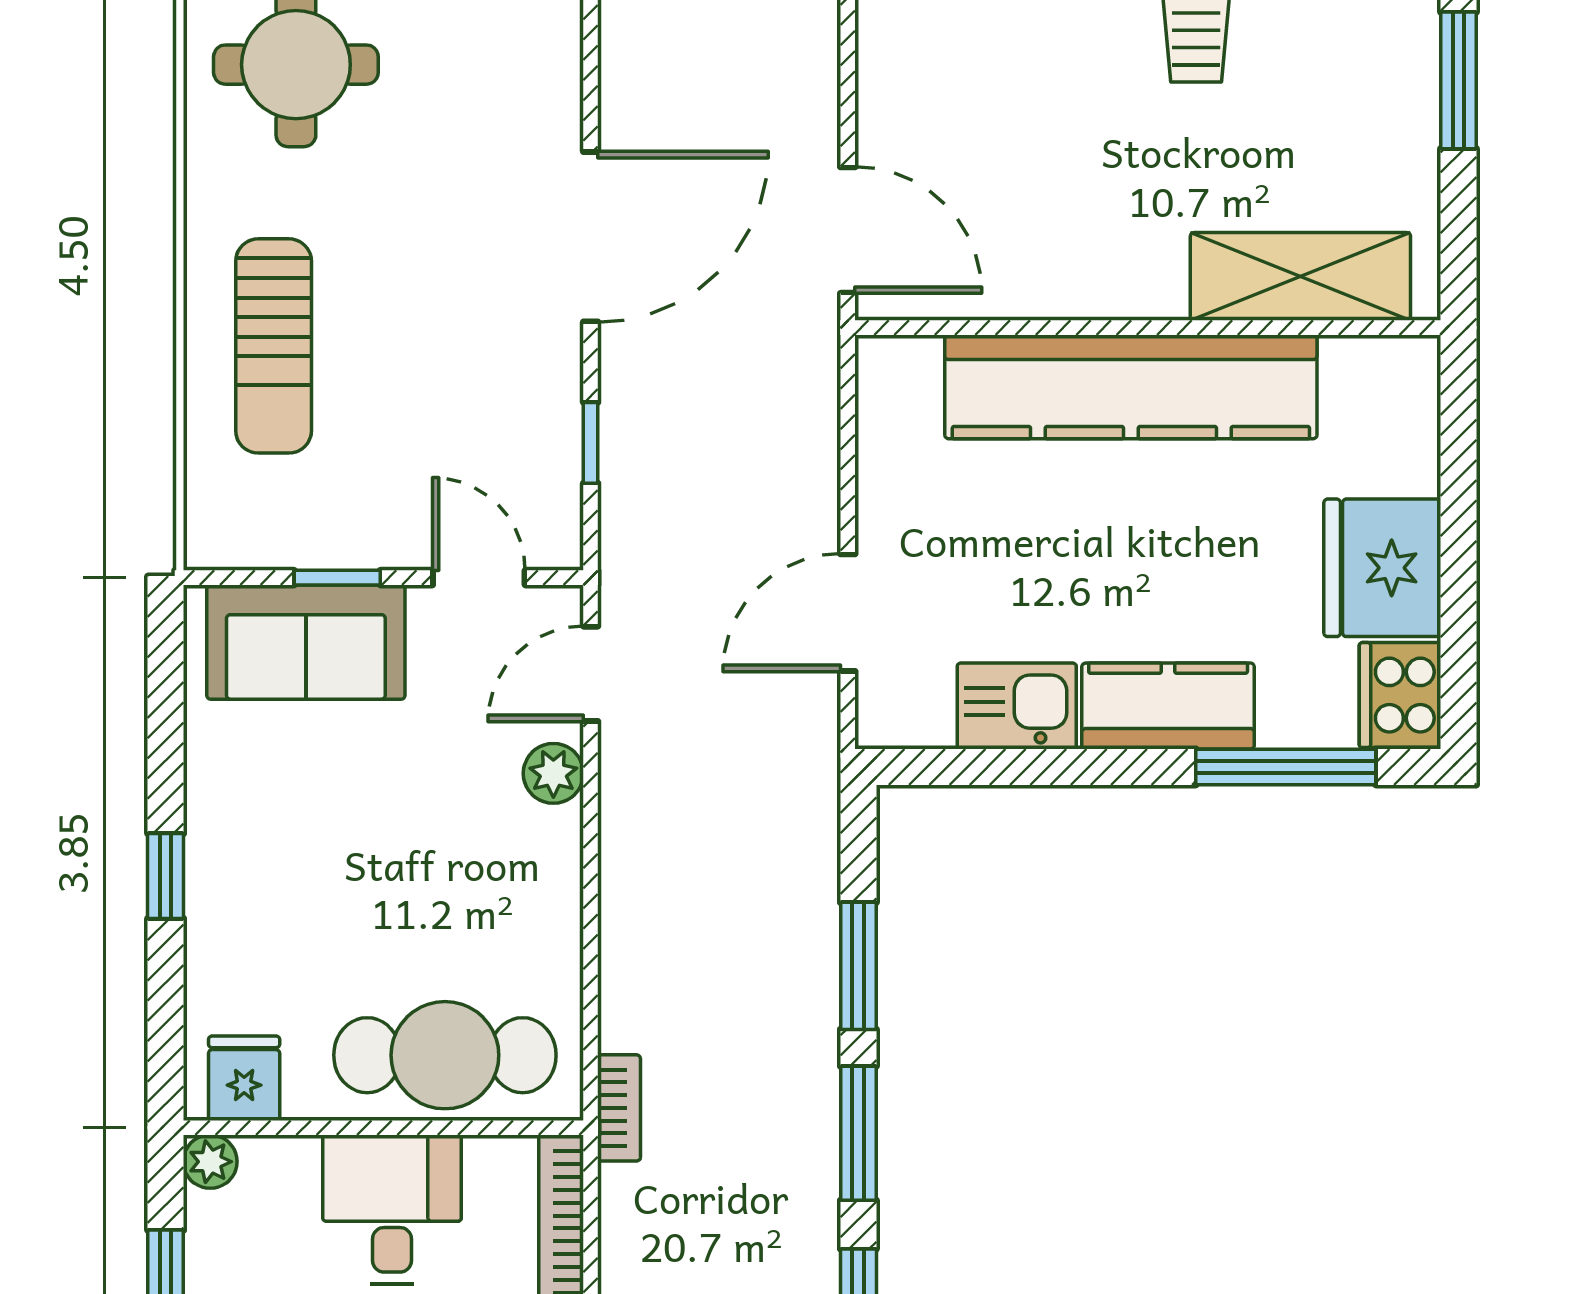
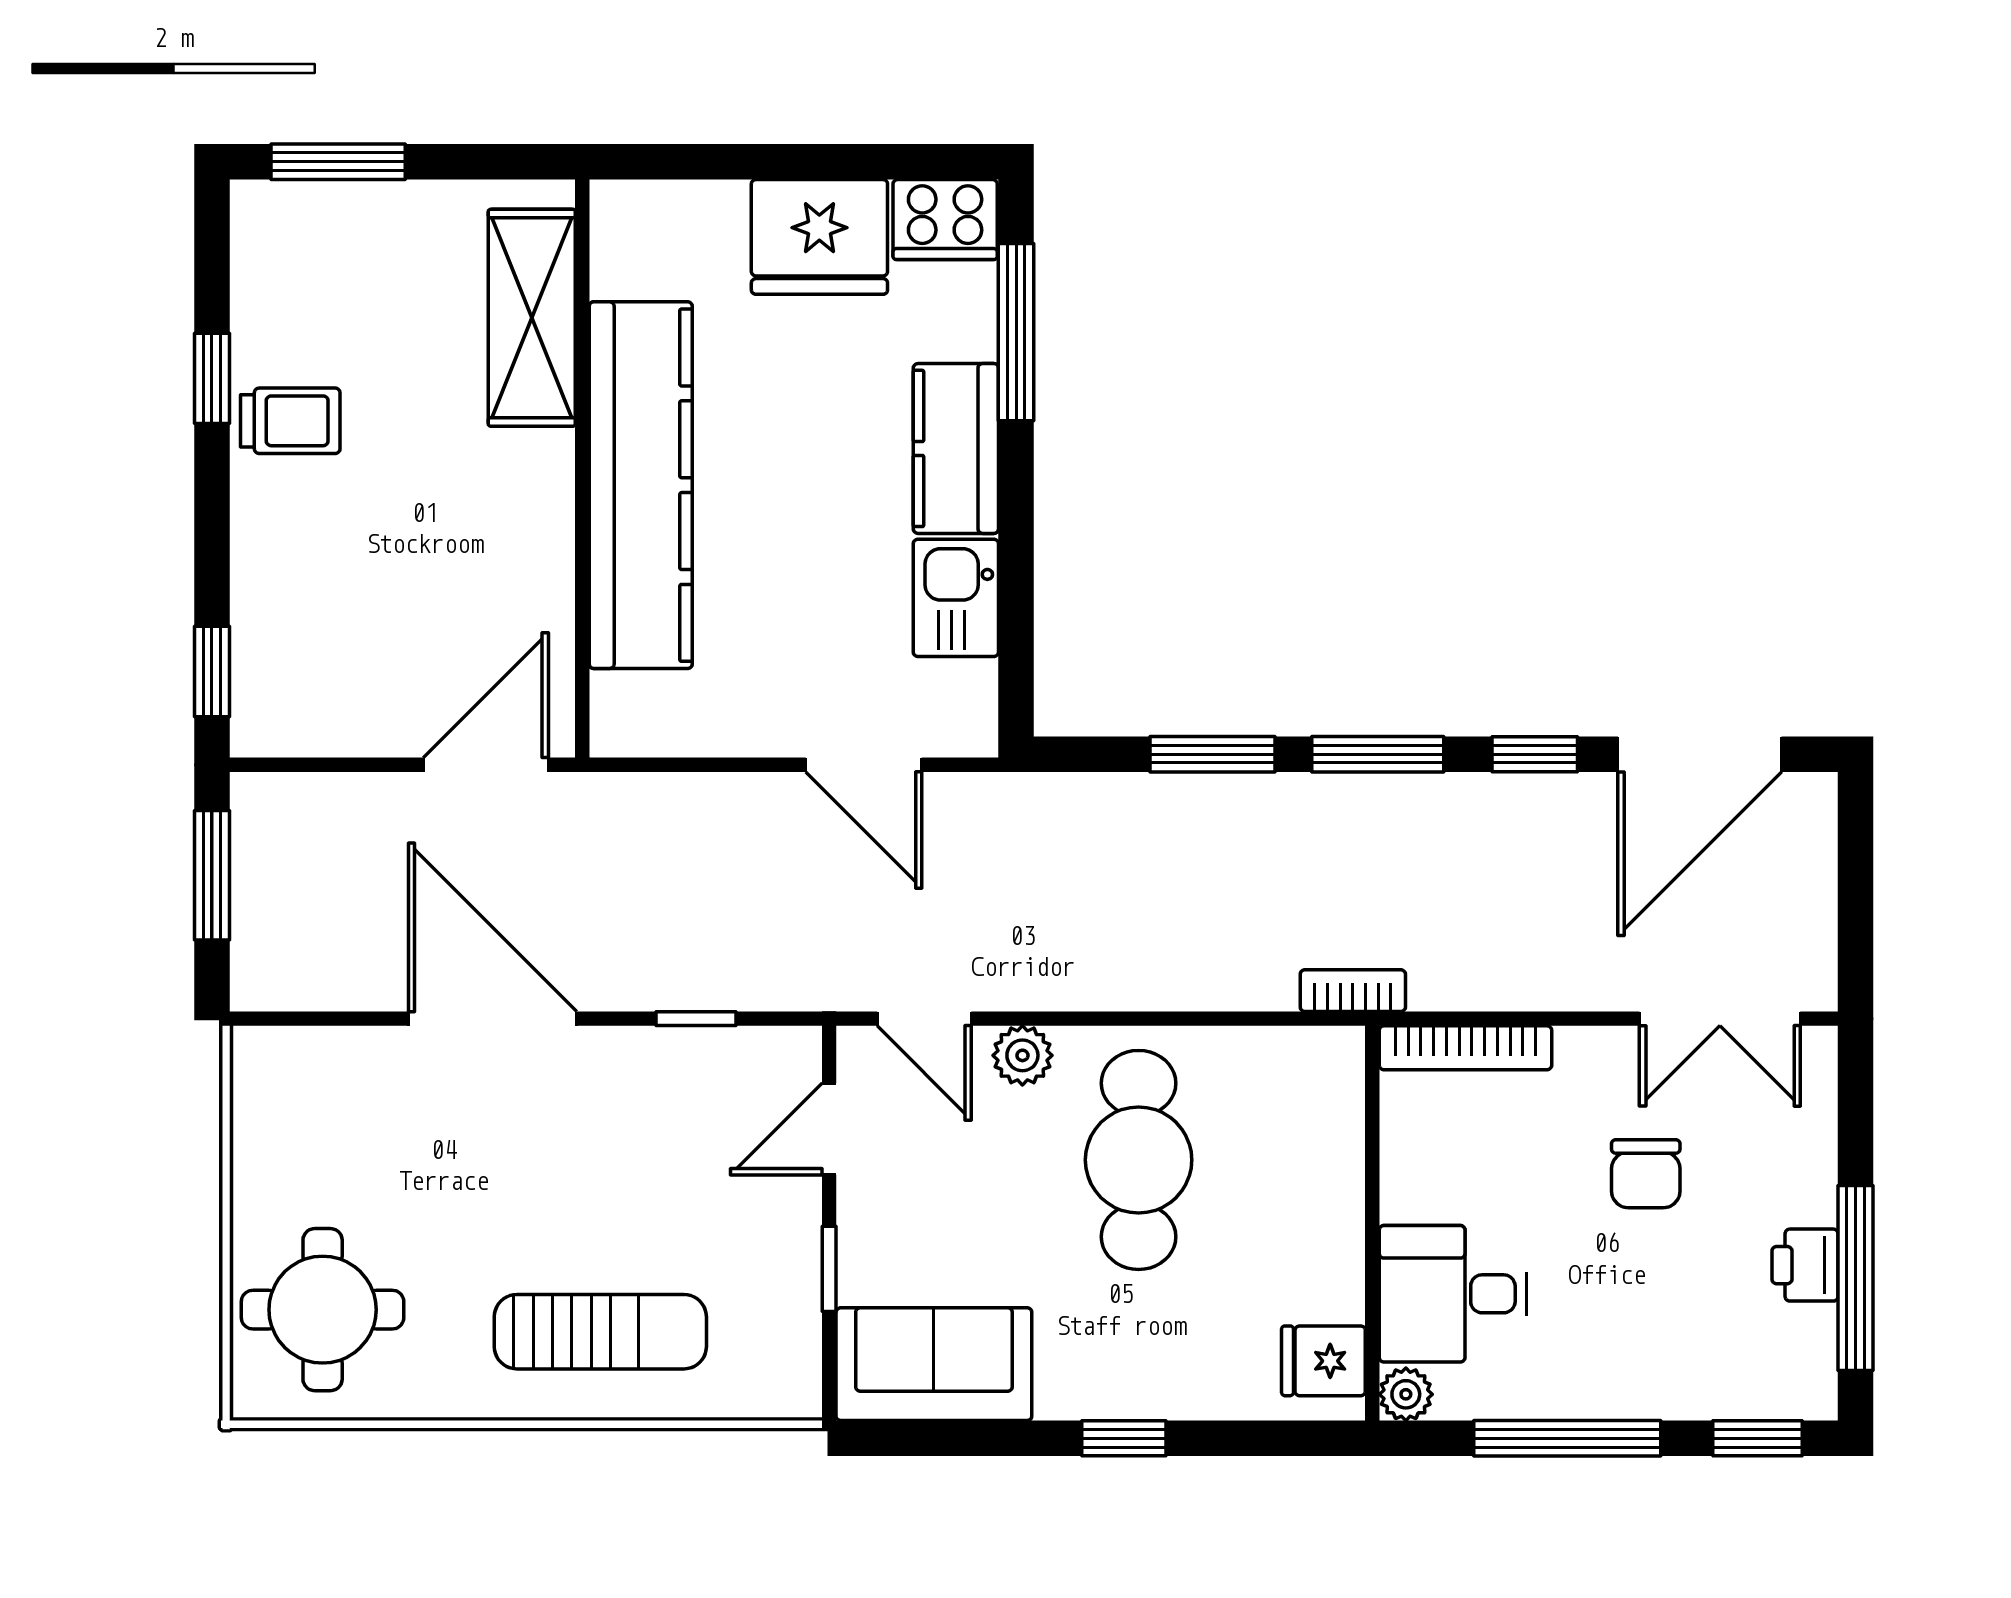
sofa: (306, 642) -> (934, 1364), moved, turned -90
cafe table: (445, 1055) -> (1139, 1160), moved
desk: (392, 1209) -> (1453, 1294), moved

